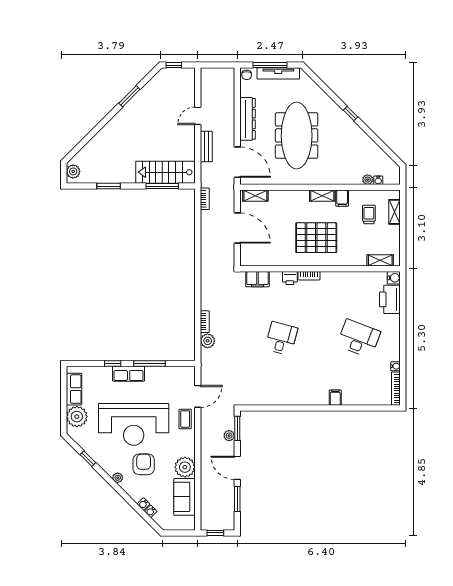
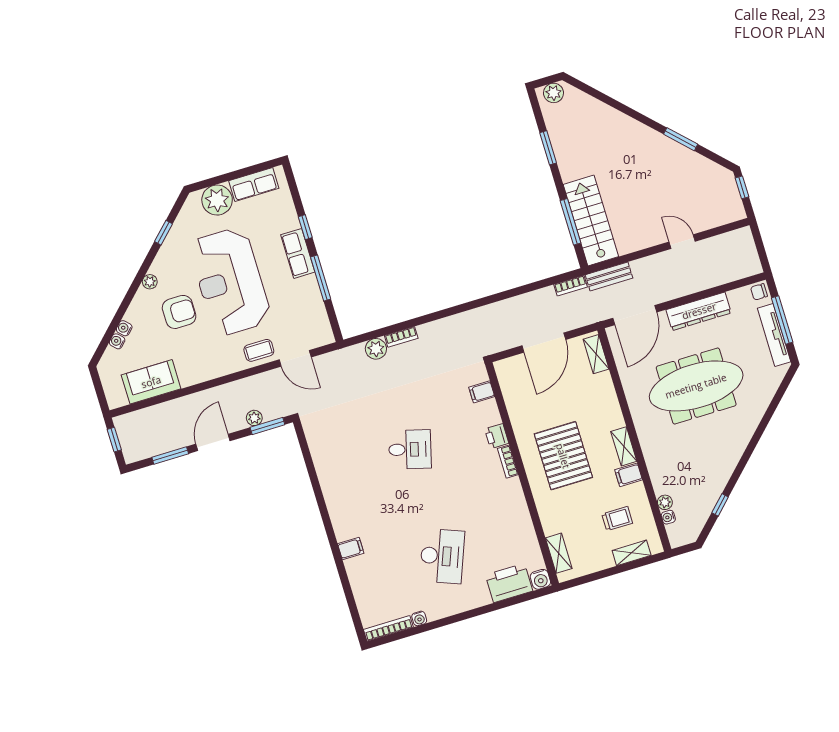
window: (350, 113) -> (720, 505), moved
bench: (206, 146) -> (609, 276), moved
filing cabinet: (258, 279) -> (482, 392), width x0.50
plant: (185, 467) -> (192, 370), removed

